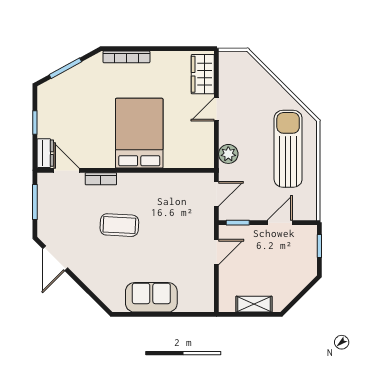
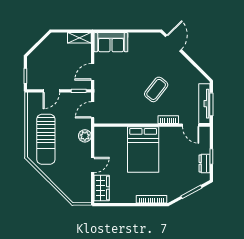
dresser: (45, 153) -> (205, 163), moved
tv unit: (45, 203) -> (204, 104), added
coffee table: (119, 225) -> (156, 89), turned -55
door: (55, 258) -> (173, 43), moved
sofa: (151, 297) -> (111, 42), moved
shelving: (254, 304) -> (79, 38), moved

